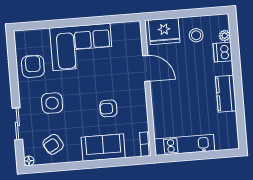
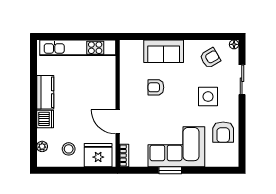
window: (86, 21) -> (170, 170), added
dishwasher: (223, 52) -> (45, 119), moved
armchair: (108, 108) -> (156, 87), turned 180
bookcase: (145, 144) -> (124, 155), moved
kitchen unit: (184, 145) -> (78, 48), width x1.36

